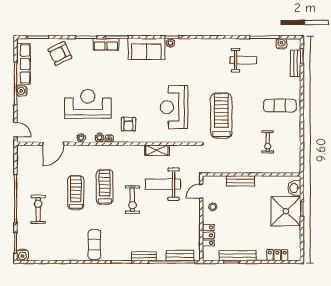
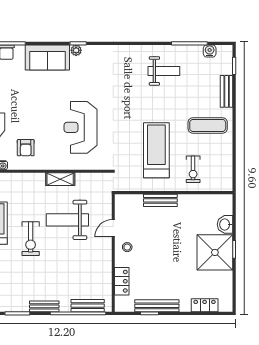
bench: (296, 63) -> (227, 91), moved
treadmill: (221, 116) -> (156, 150), moved
wall: (252, 174) -> (174, 193), moved
bench: (240, 181) -> (160, 200), moved

